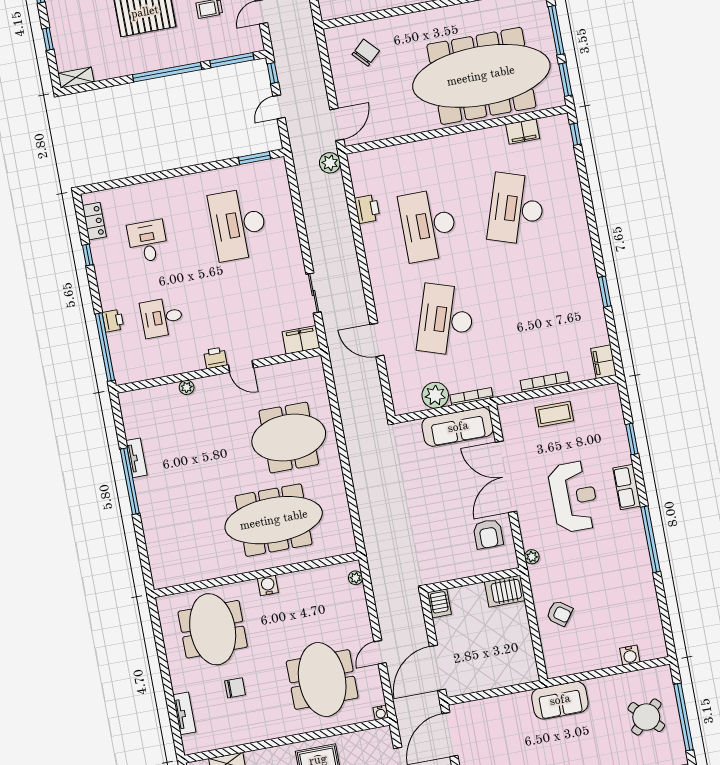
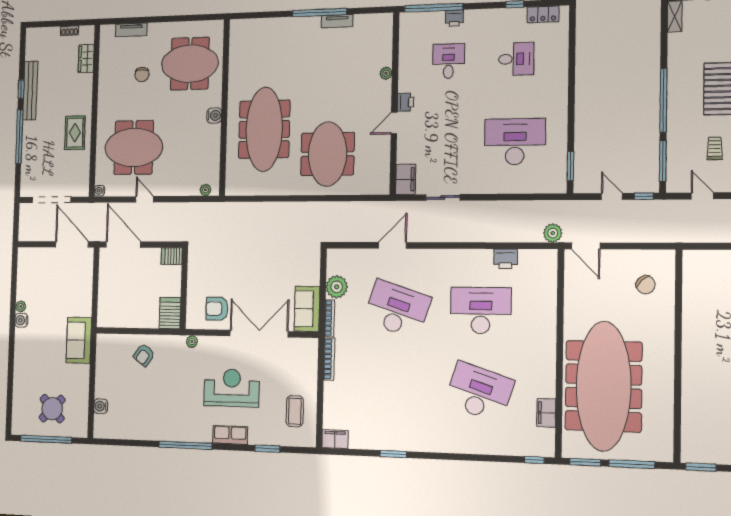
bookcase: (545, 382) -> (329, 359), moved
coffee table: (554, 414) -> (295, 411), moved
sofa: (458, 427) -> (307, 309), width x0.73
reception desk: (574, 497) -> (232, 388), turned 180

